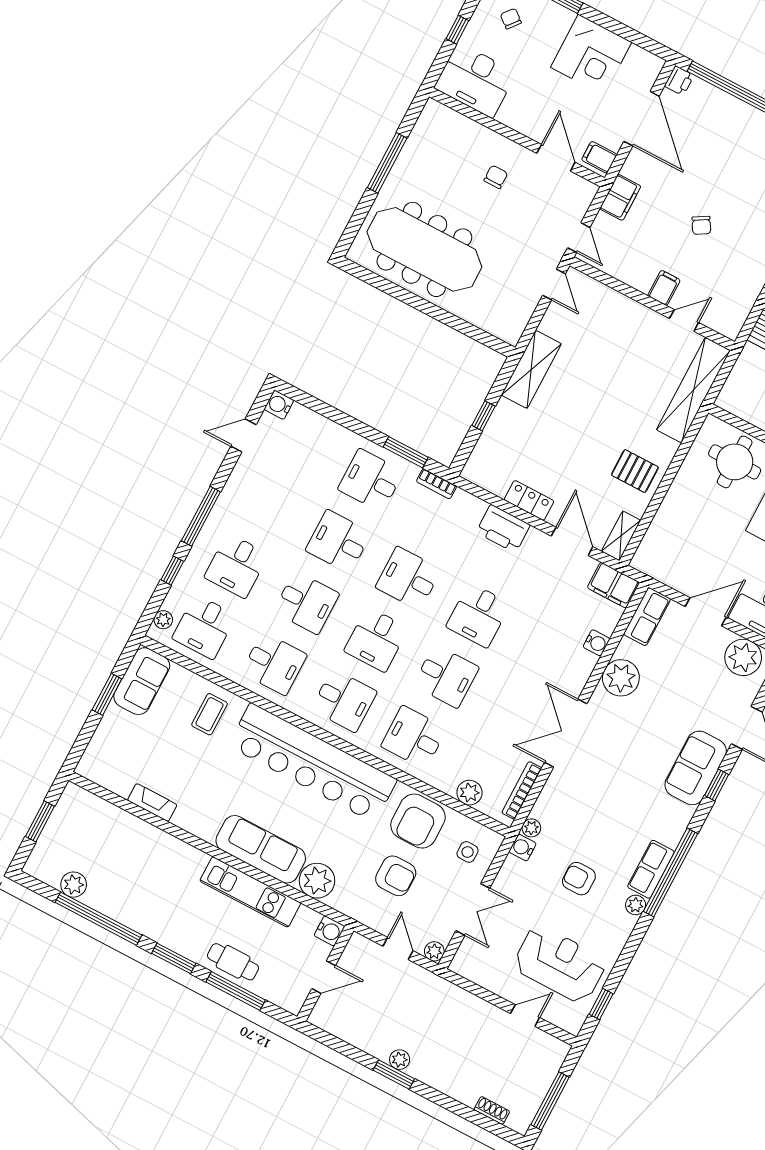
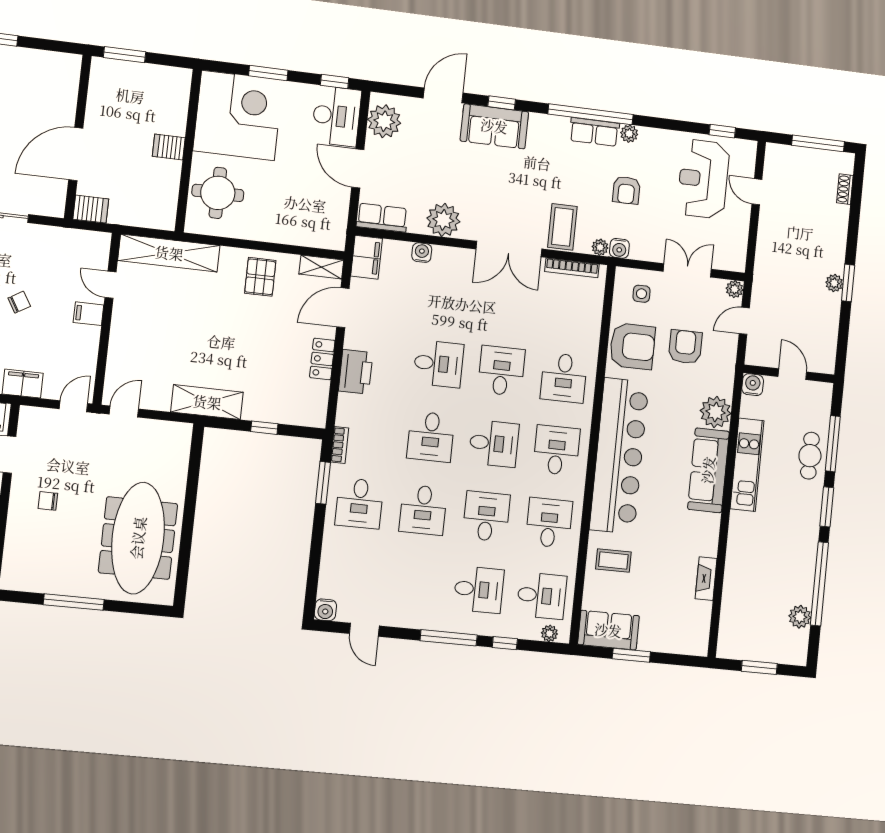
plant: (469, 793) -> (591, 312), removed
coffee table: (567, 797) -> (562, 227), added

